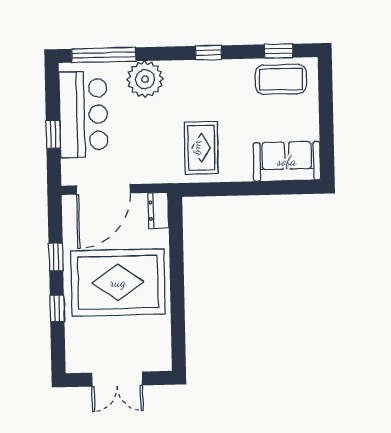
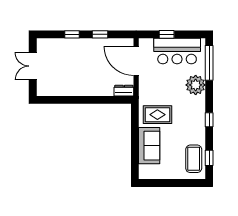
sofa: (287, 161) -> (149, 146), moved
rug: (118, 282) -> (85, 68), removed

